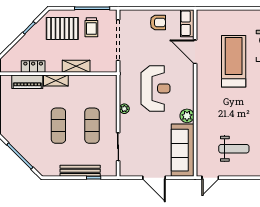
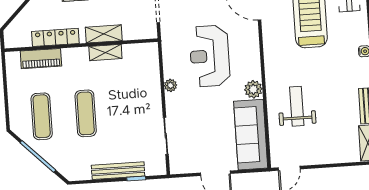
locker: (33, 67) -> (55, 37), width x1.53
shelving: (56, 80) -> (105, 53), moved
reception desk: (155, 88) -> (210, 56), turned 180
exercise mat: (92, 126) -> (42, 116), moved
weight bench: (234, 149) -> (297, 106), moved, turned -90

